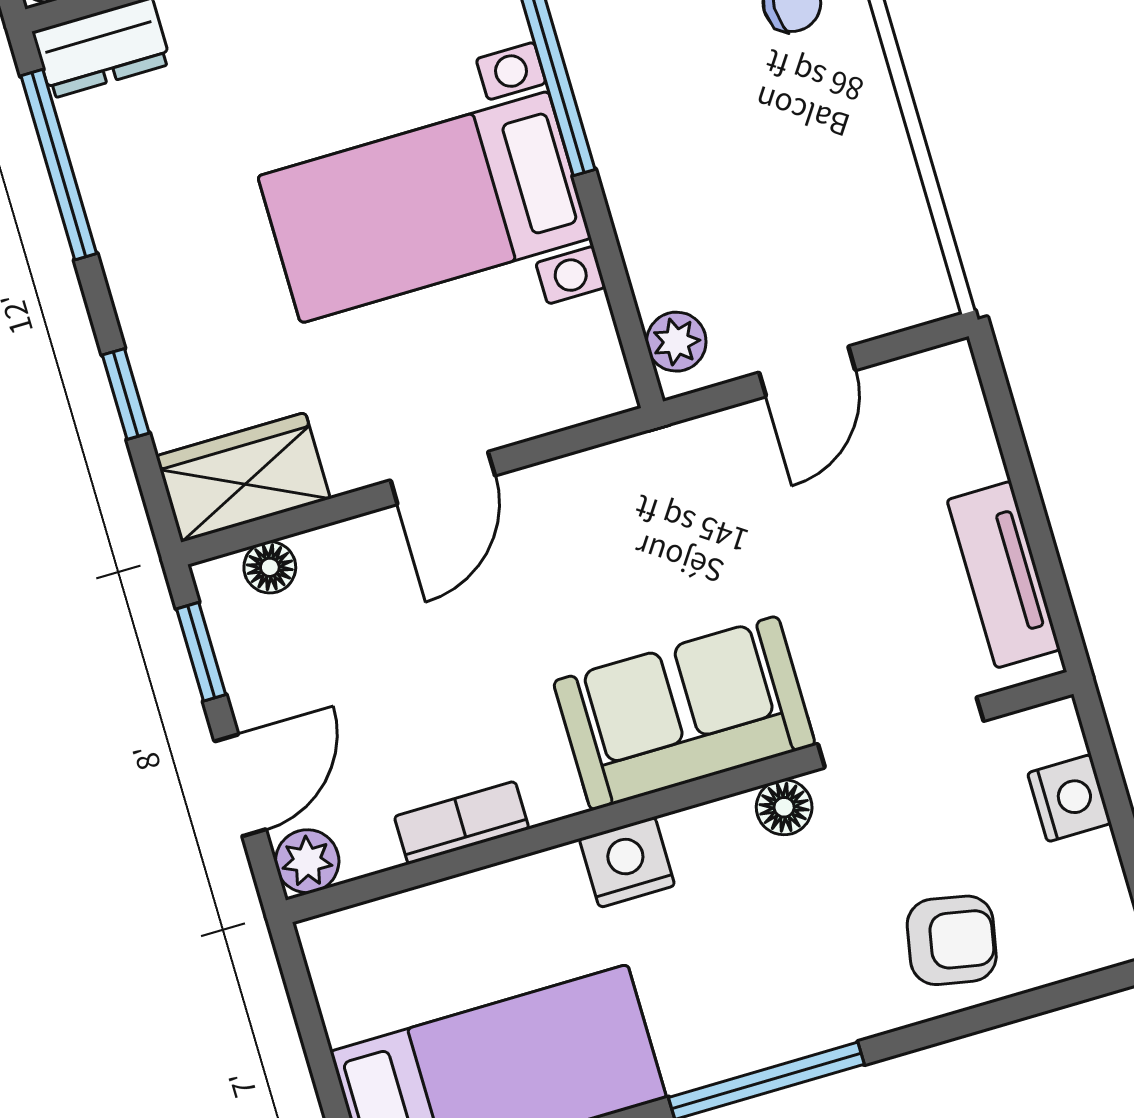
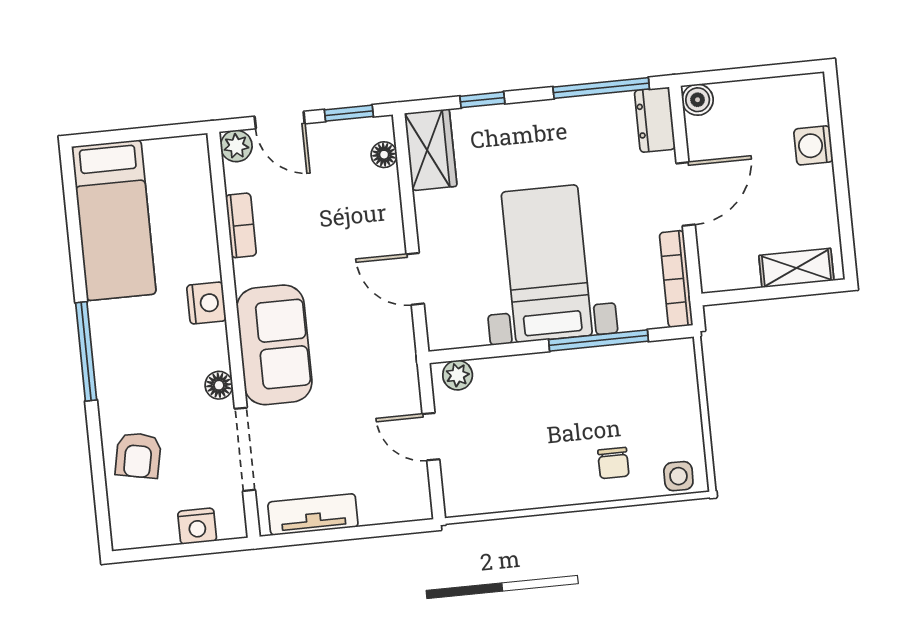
door: (443, 478) -> (415, 279), moved

